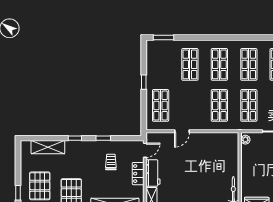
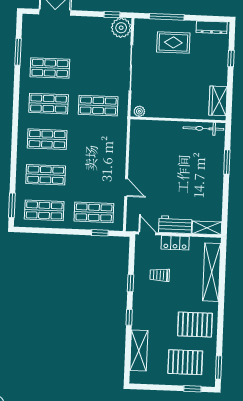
window: (144, 82) -> (100, 233), moved
shop shelf: (219, 105) -> (44, 210), moved

